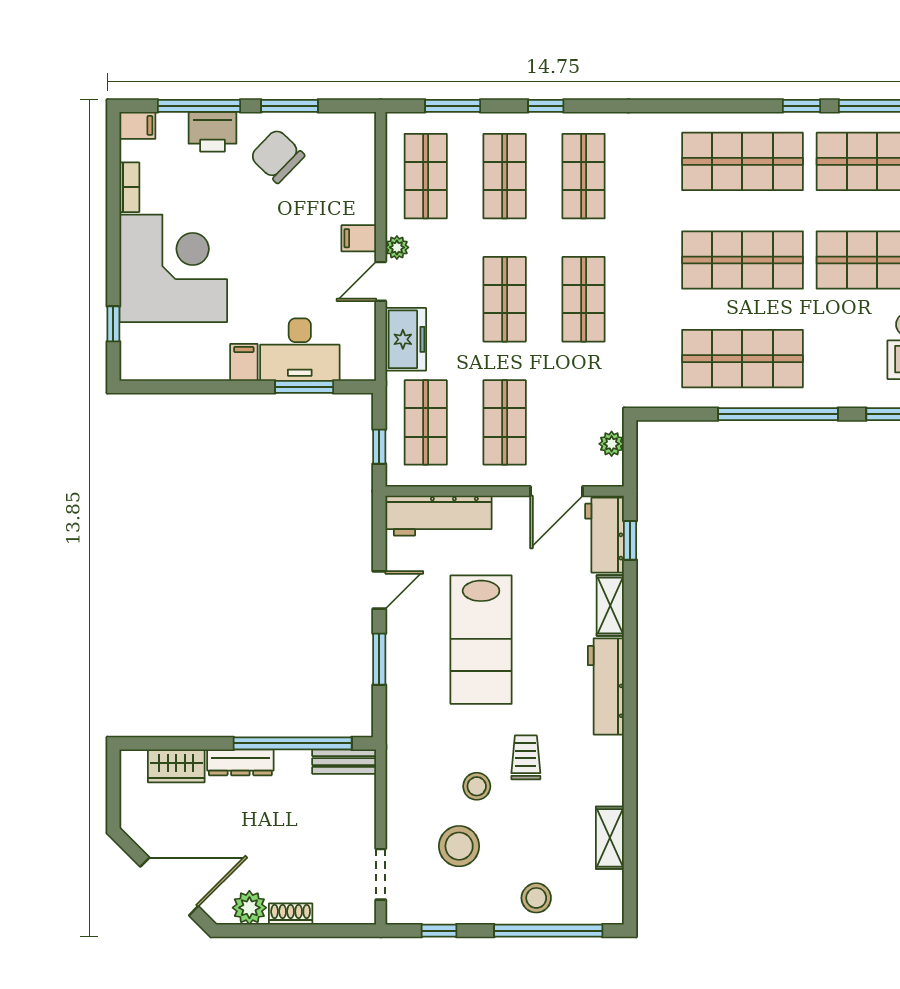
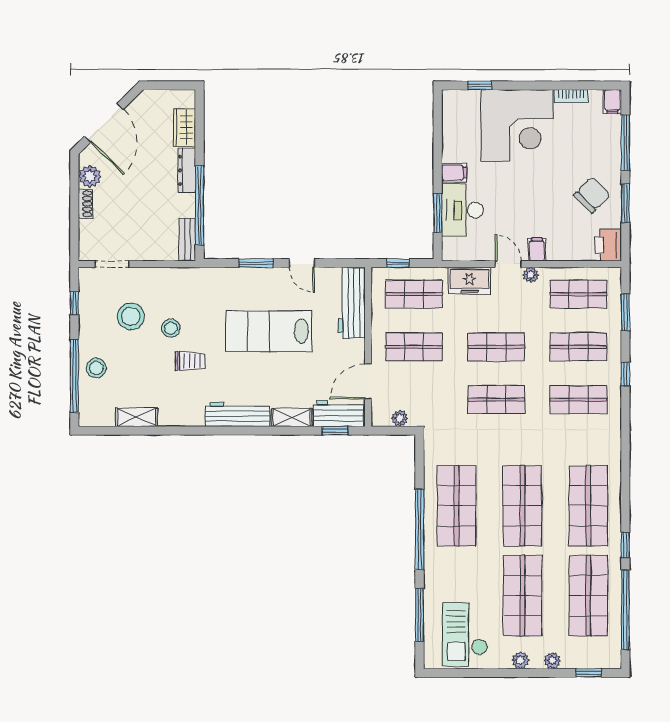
printer: (213, 132) -> (608, 245), moved
door: (556, 491) -> (368, 381), hinge flipped

